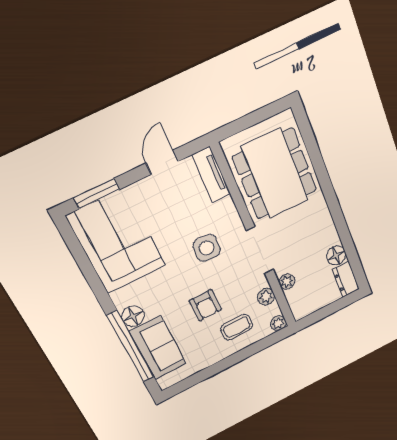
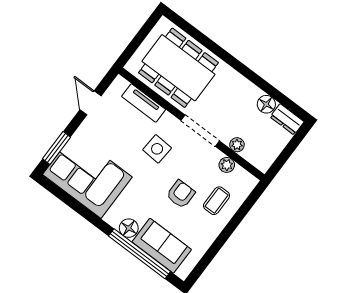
tv unit: (211, 175) -> (144, 103), moved
armchair: (205, 305) -> (181, 194), turned -90
plant: (278, 323) -> (250, 182), removed

